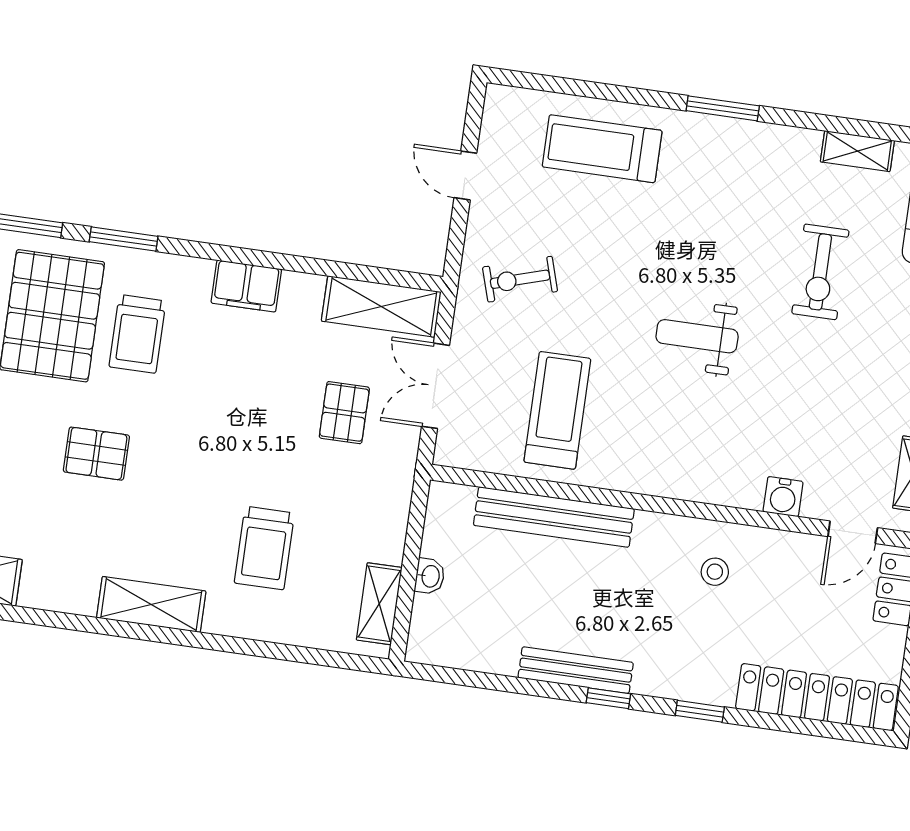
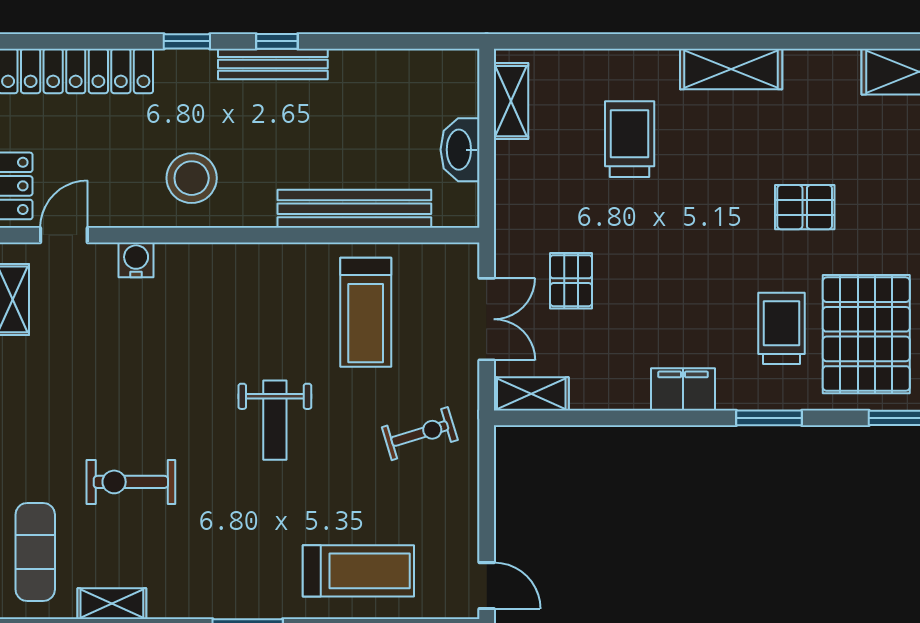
door: (465, 175) -> (487, 586), moved
window: (124, 239) -> (769, 418), moved
exercise bike: (820, 272) -> (131, 482), turned -90
shelving: (381, 306) -> (531, 394), width x0.67, depth x0.75
weight bench: (697, 336) -> (275, 420), moved, turned 90
stool: (715, 572) -> (192, 178), width x1.89, depth x1.89
washbasin: (430, 576) -> (460, 150), width x1.91, depth x1.45
bench: (576, 670) -> (273, 64), moved

